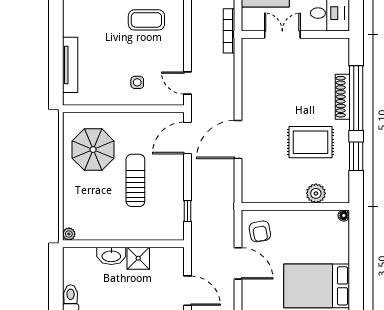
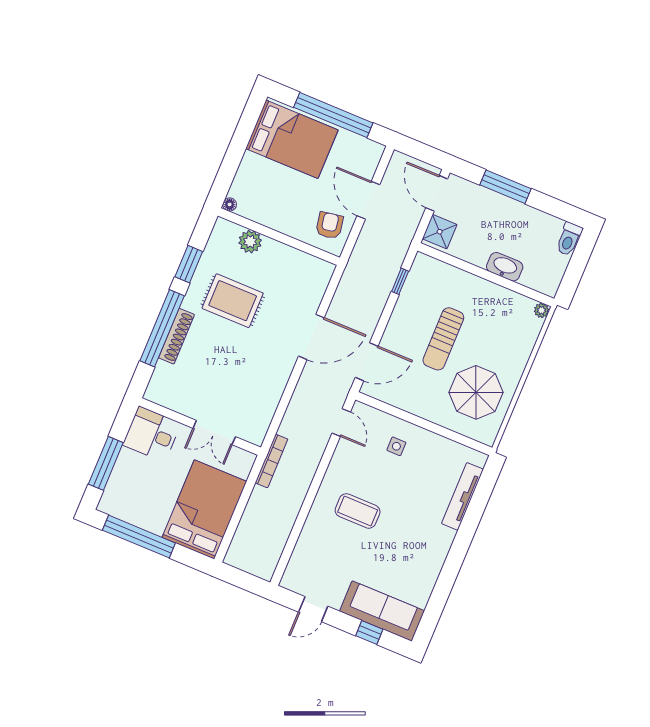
shower: (138, 258) -> (440, 232), moved

